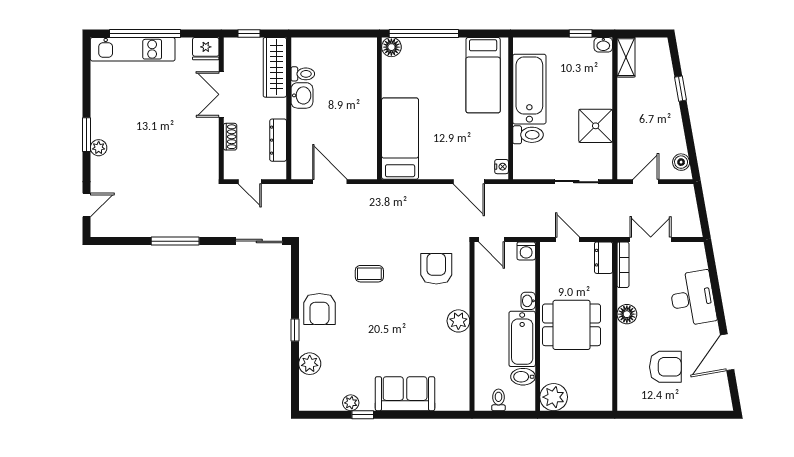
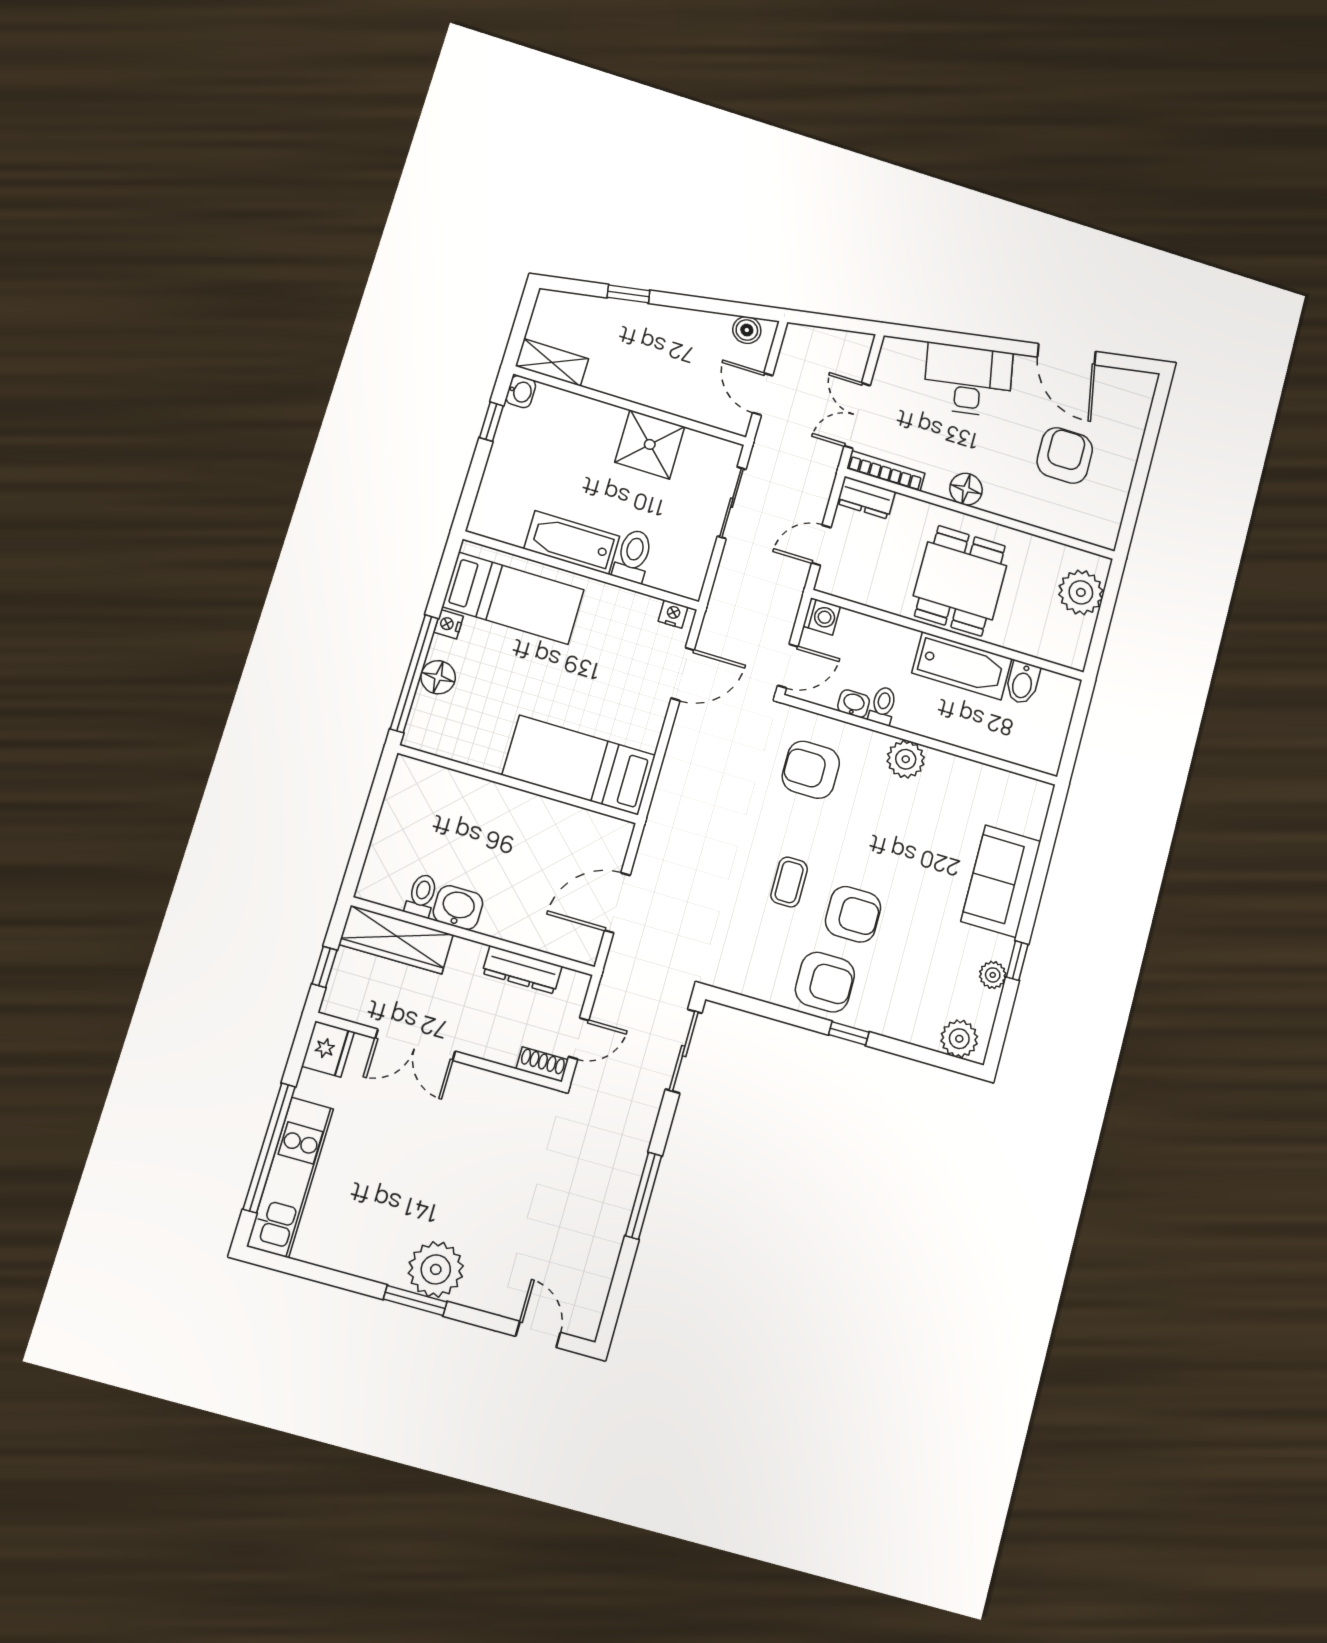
nightstand: (457, 44) -> (449, 624), added
floor lamp: (391, 47) -> (438, 677), moved
bathtub: (529, 89) -> (572, 543), width x0.73, depth x0.73
shoe rack: (230, 137) -> (542, 1064), moved
plant: (99, 148) -> (436, 1269), width x1.87, depth x1.87
washbasin: (528, 301) -> (854, 704), moved, turned 180
armchair: (362, 315) -> (853, 914), added
plant: (310, 364) -> (959, 1039), moved
plant: (554, 397) -> (1081, 592), moved
toilet: (498, 400) -> (883, 706), moved, turned 90

